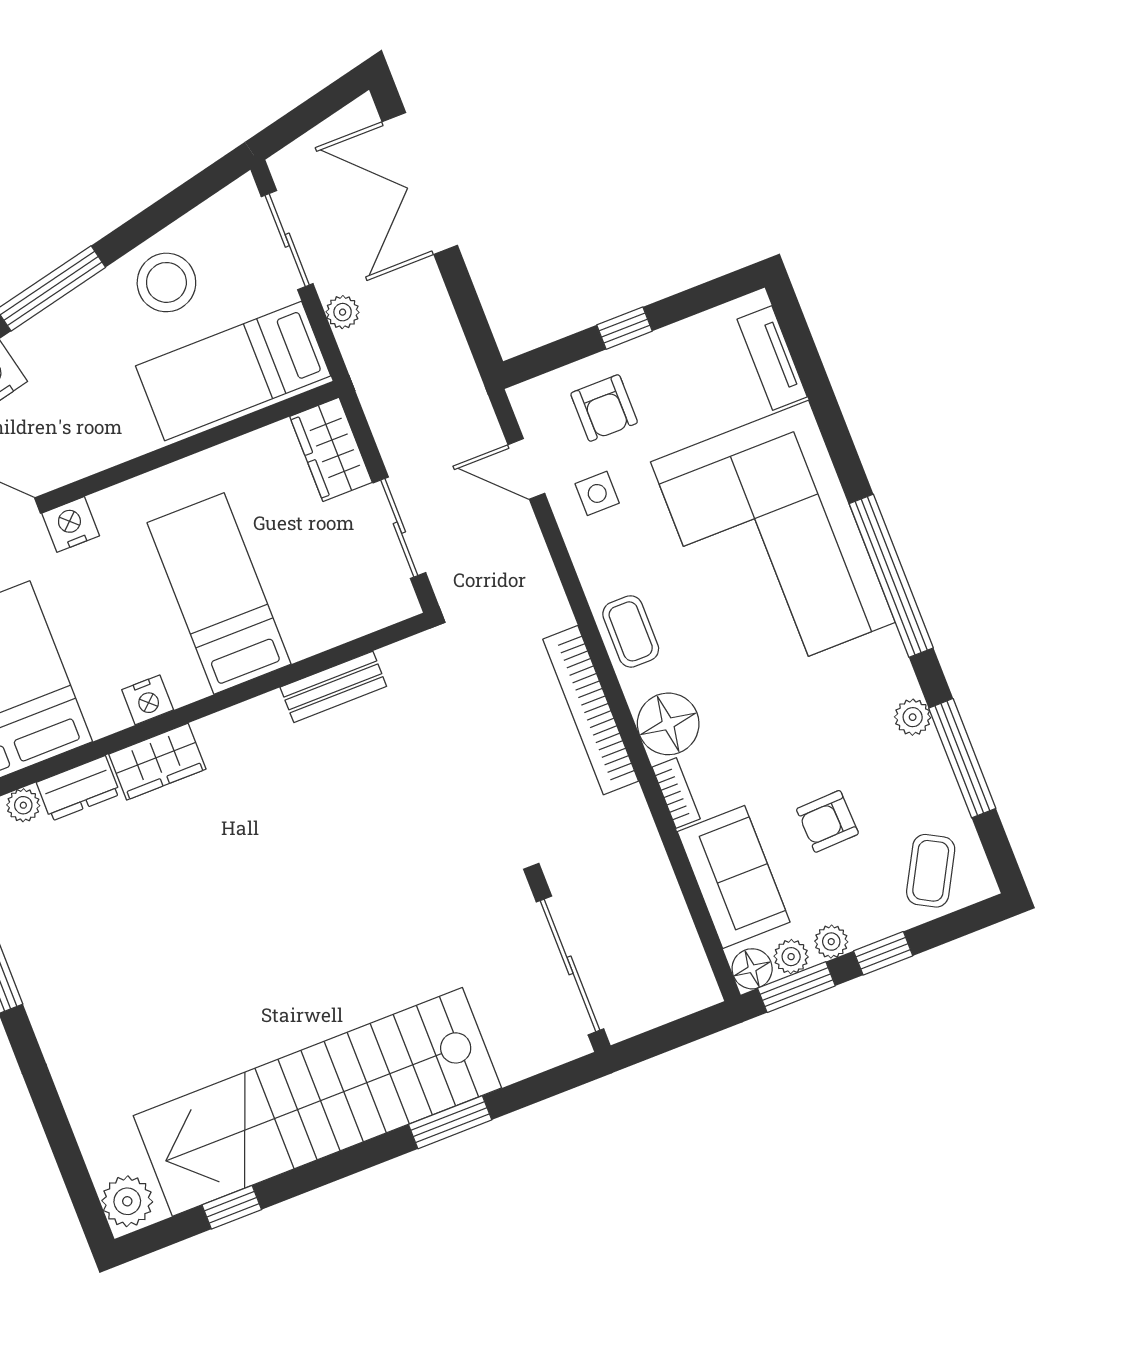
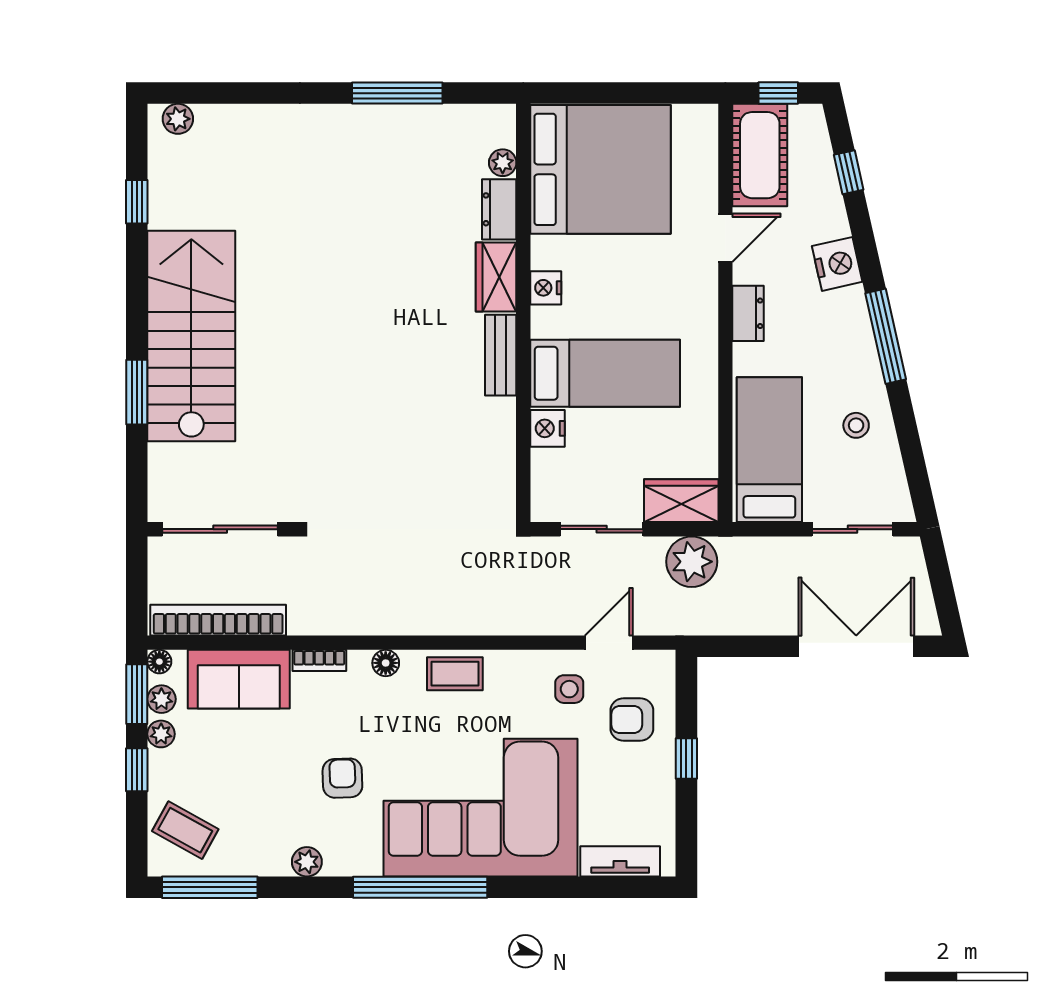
stool: (166, 282) -> (856, 425), width x0.53, depth x0.53
plant: (343, 312) -> (692, 562), moved, width x1.88, depth x1.88
dresser: (86, 456) -> (748, 313), added
nightstand: (71, 524) -> (547, 428), moved, turned 180
bench: (333, 687) -> (501, 355), moved
bookcase: (591, 710) -> (218, 620), moved
floor lamp: (668, 724) -> (386, 663), width x0.53, depth x0.53
window: (962, 758) -> (210, 887), moved
armchair: (827, 821) -> (342, 778), moved
floor lamp: (752, 969) -> (159, 662), width x0.73, depth x0.73
stairs: (317, 1102) -> (191, 336), width x0.73
plant: (127, 1201) -> (178, 119), width x0.73, depth x0.73

